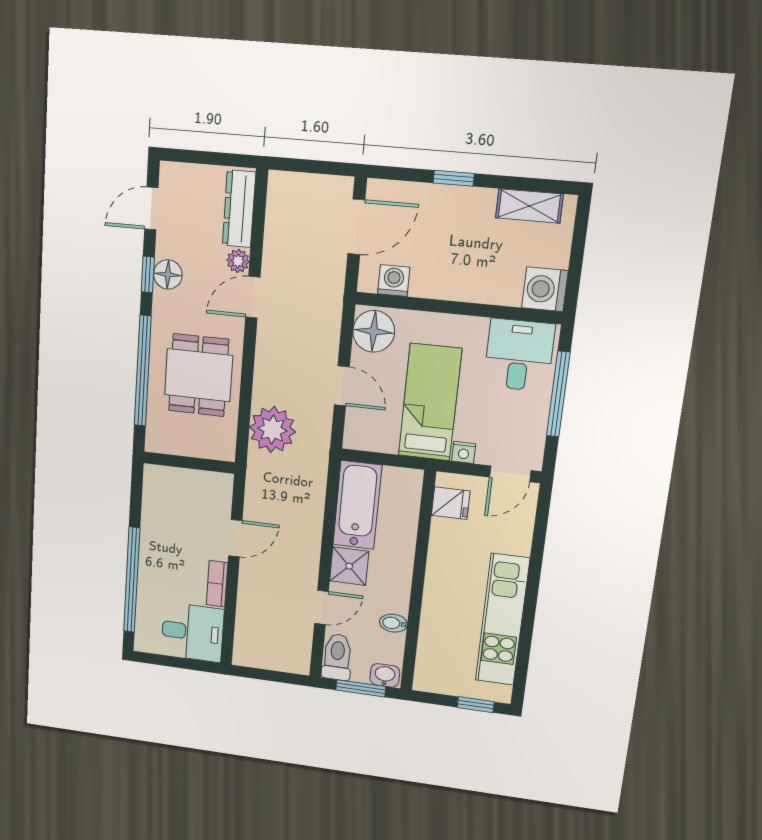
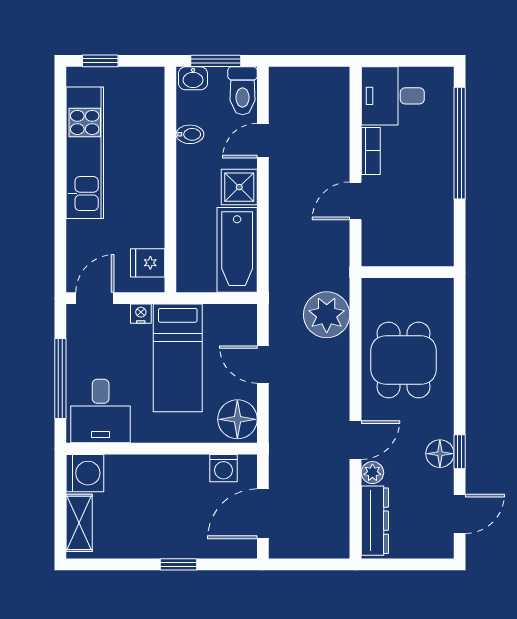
shelving: (529, 206) -> (79, 523), moved, turned 90
window: (143, 371) -> (460, 358), removed

